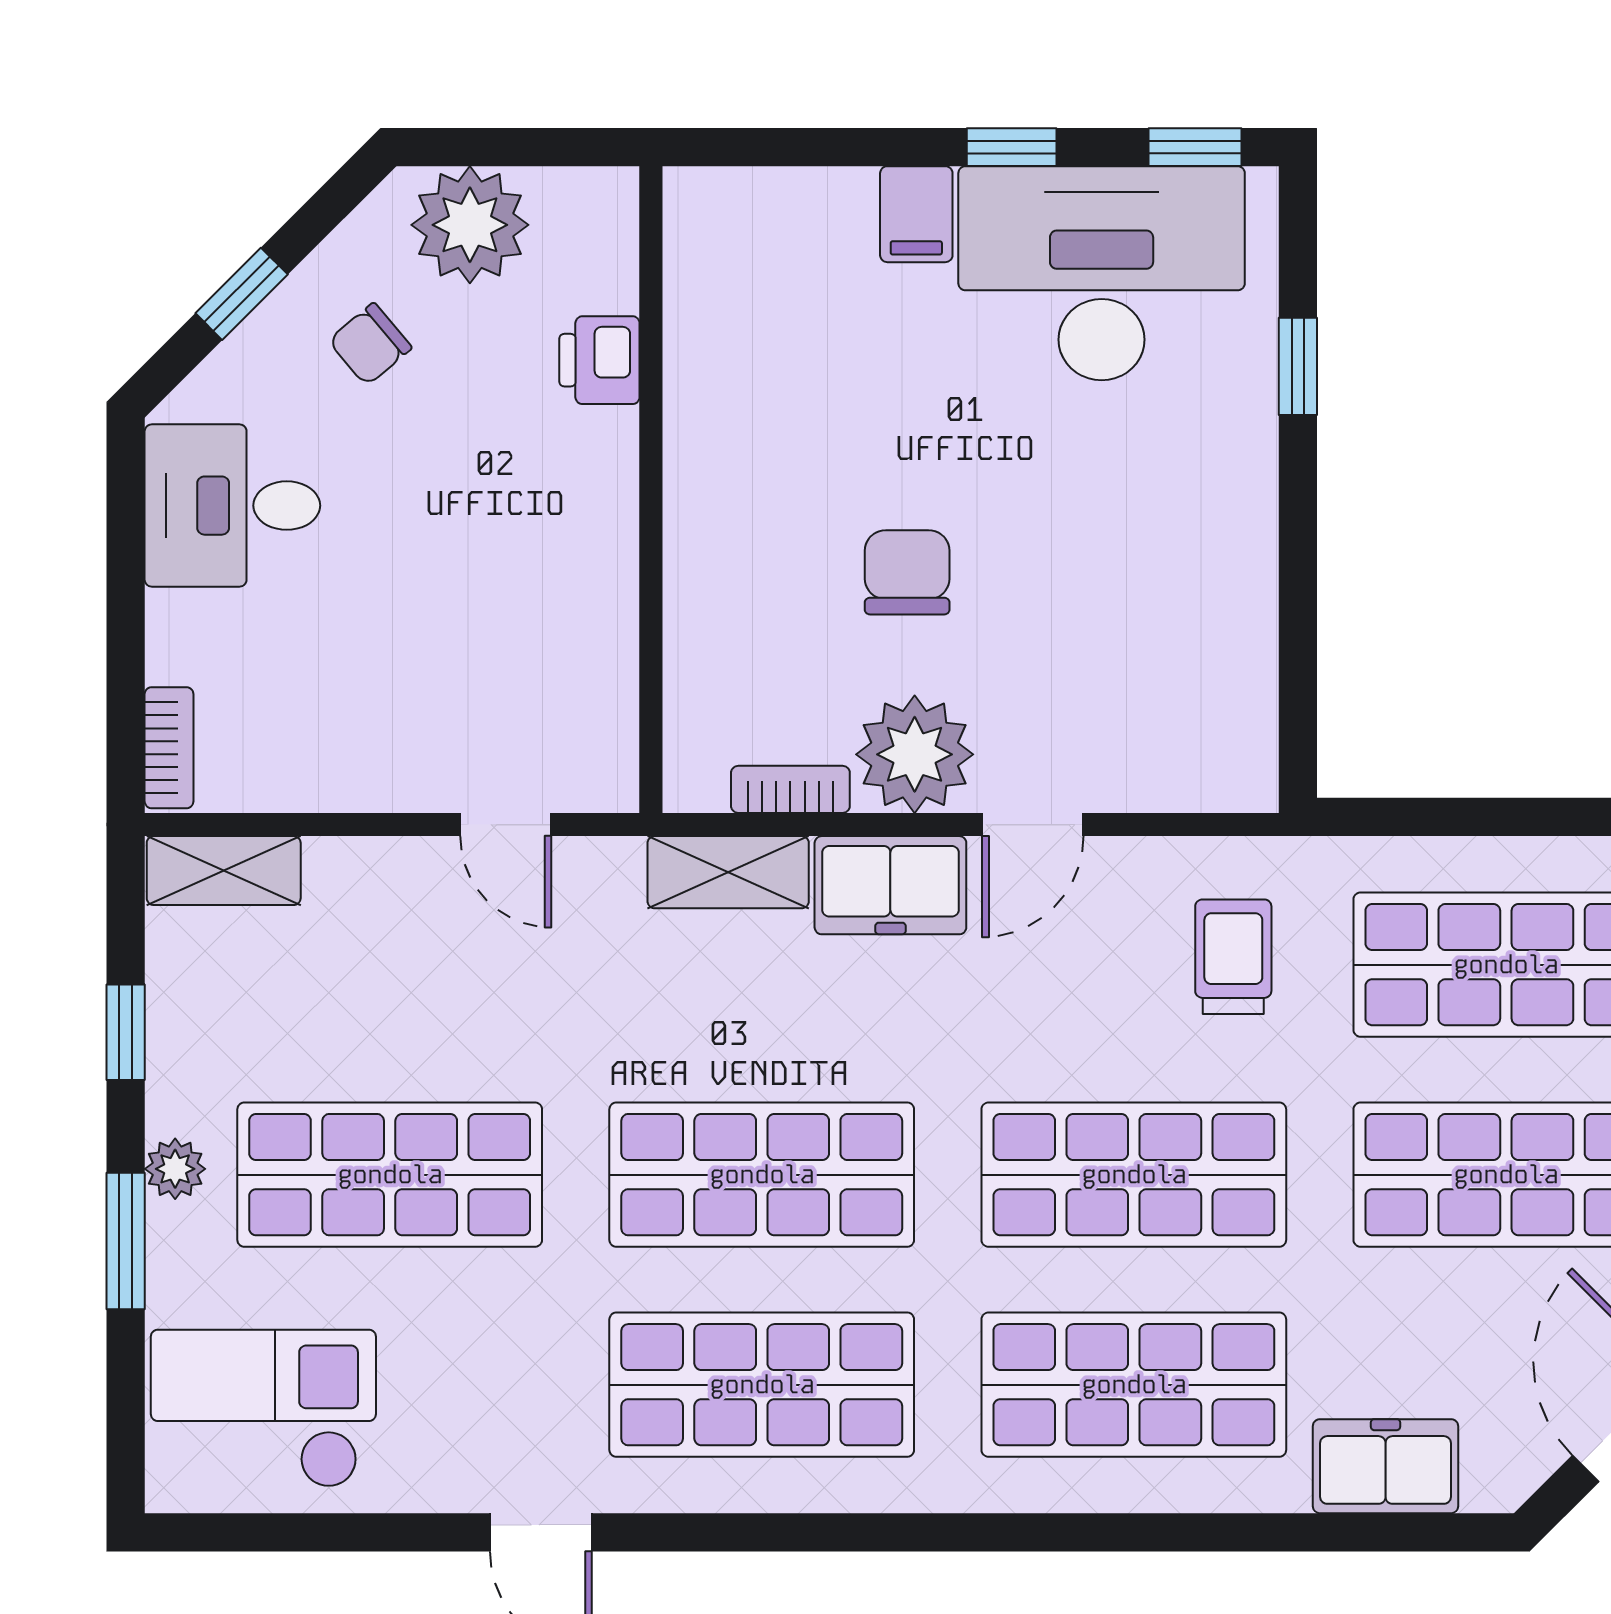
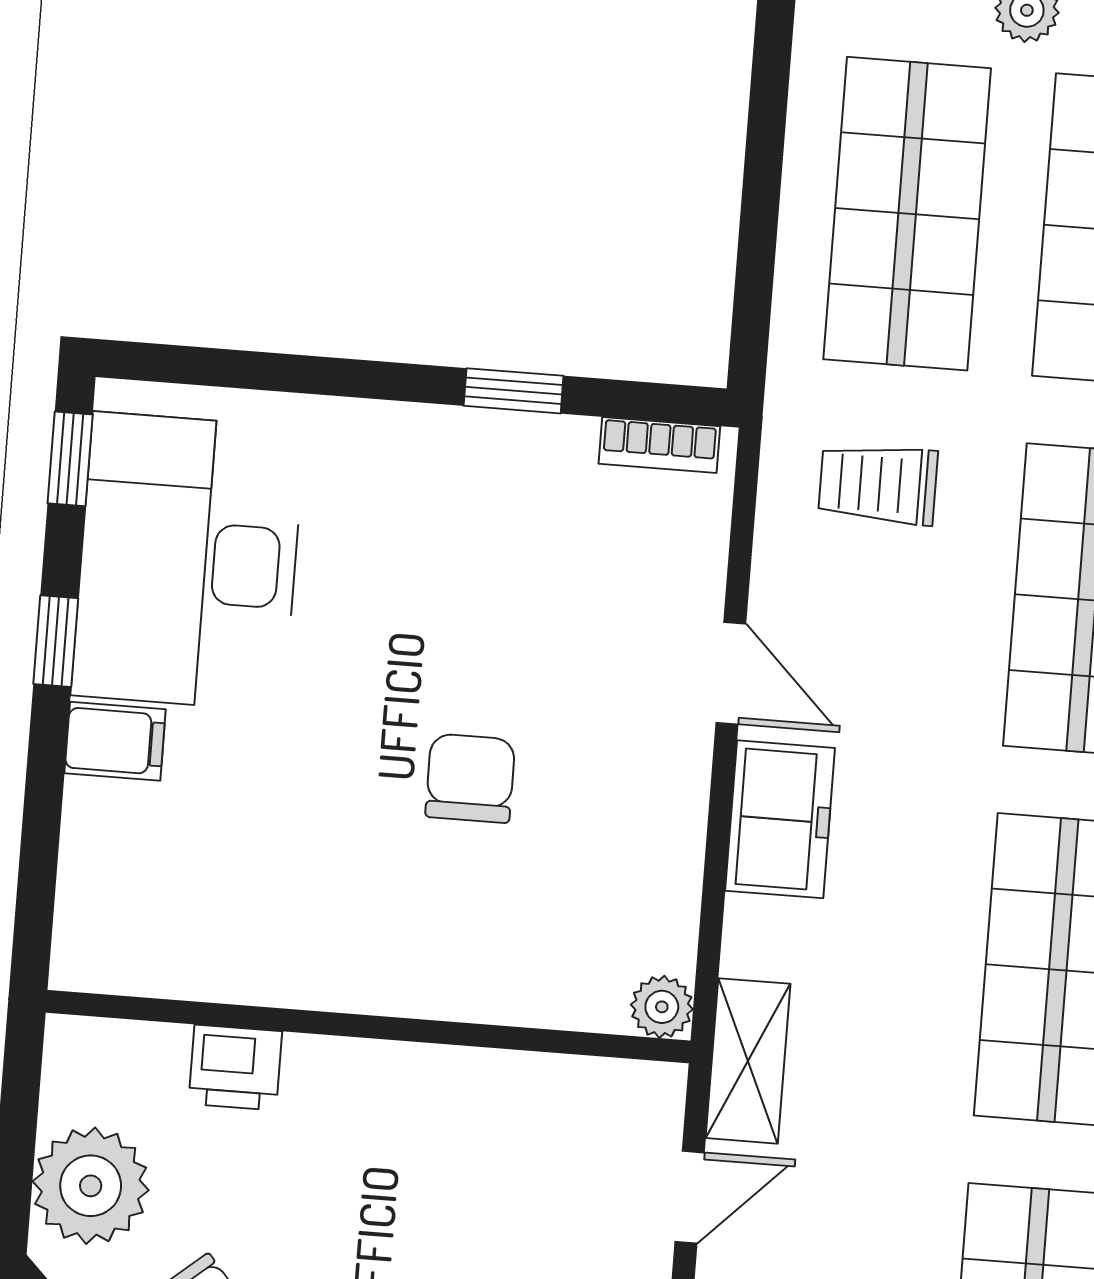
window: (1298, 366) -> (514, 391), moved
chair: (907, 572) -> (470, 778), turned 90
plant: (915, 754) -> (662, 1007), moved, width x0.53, depth x0.53
bookcase: (790, 789) -> (659, 445), moved, turned -90
shelving: (728, 872) -> (748, 1061), moved

